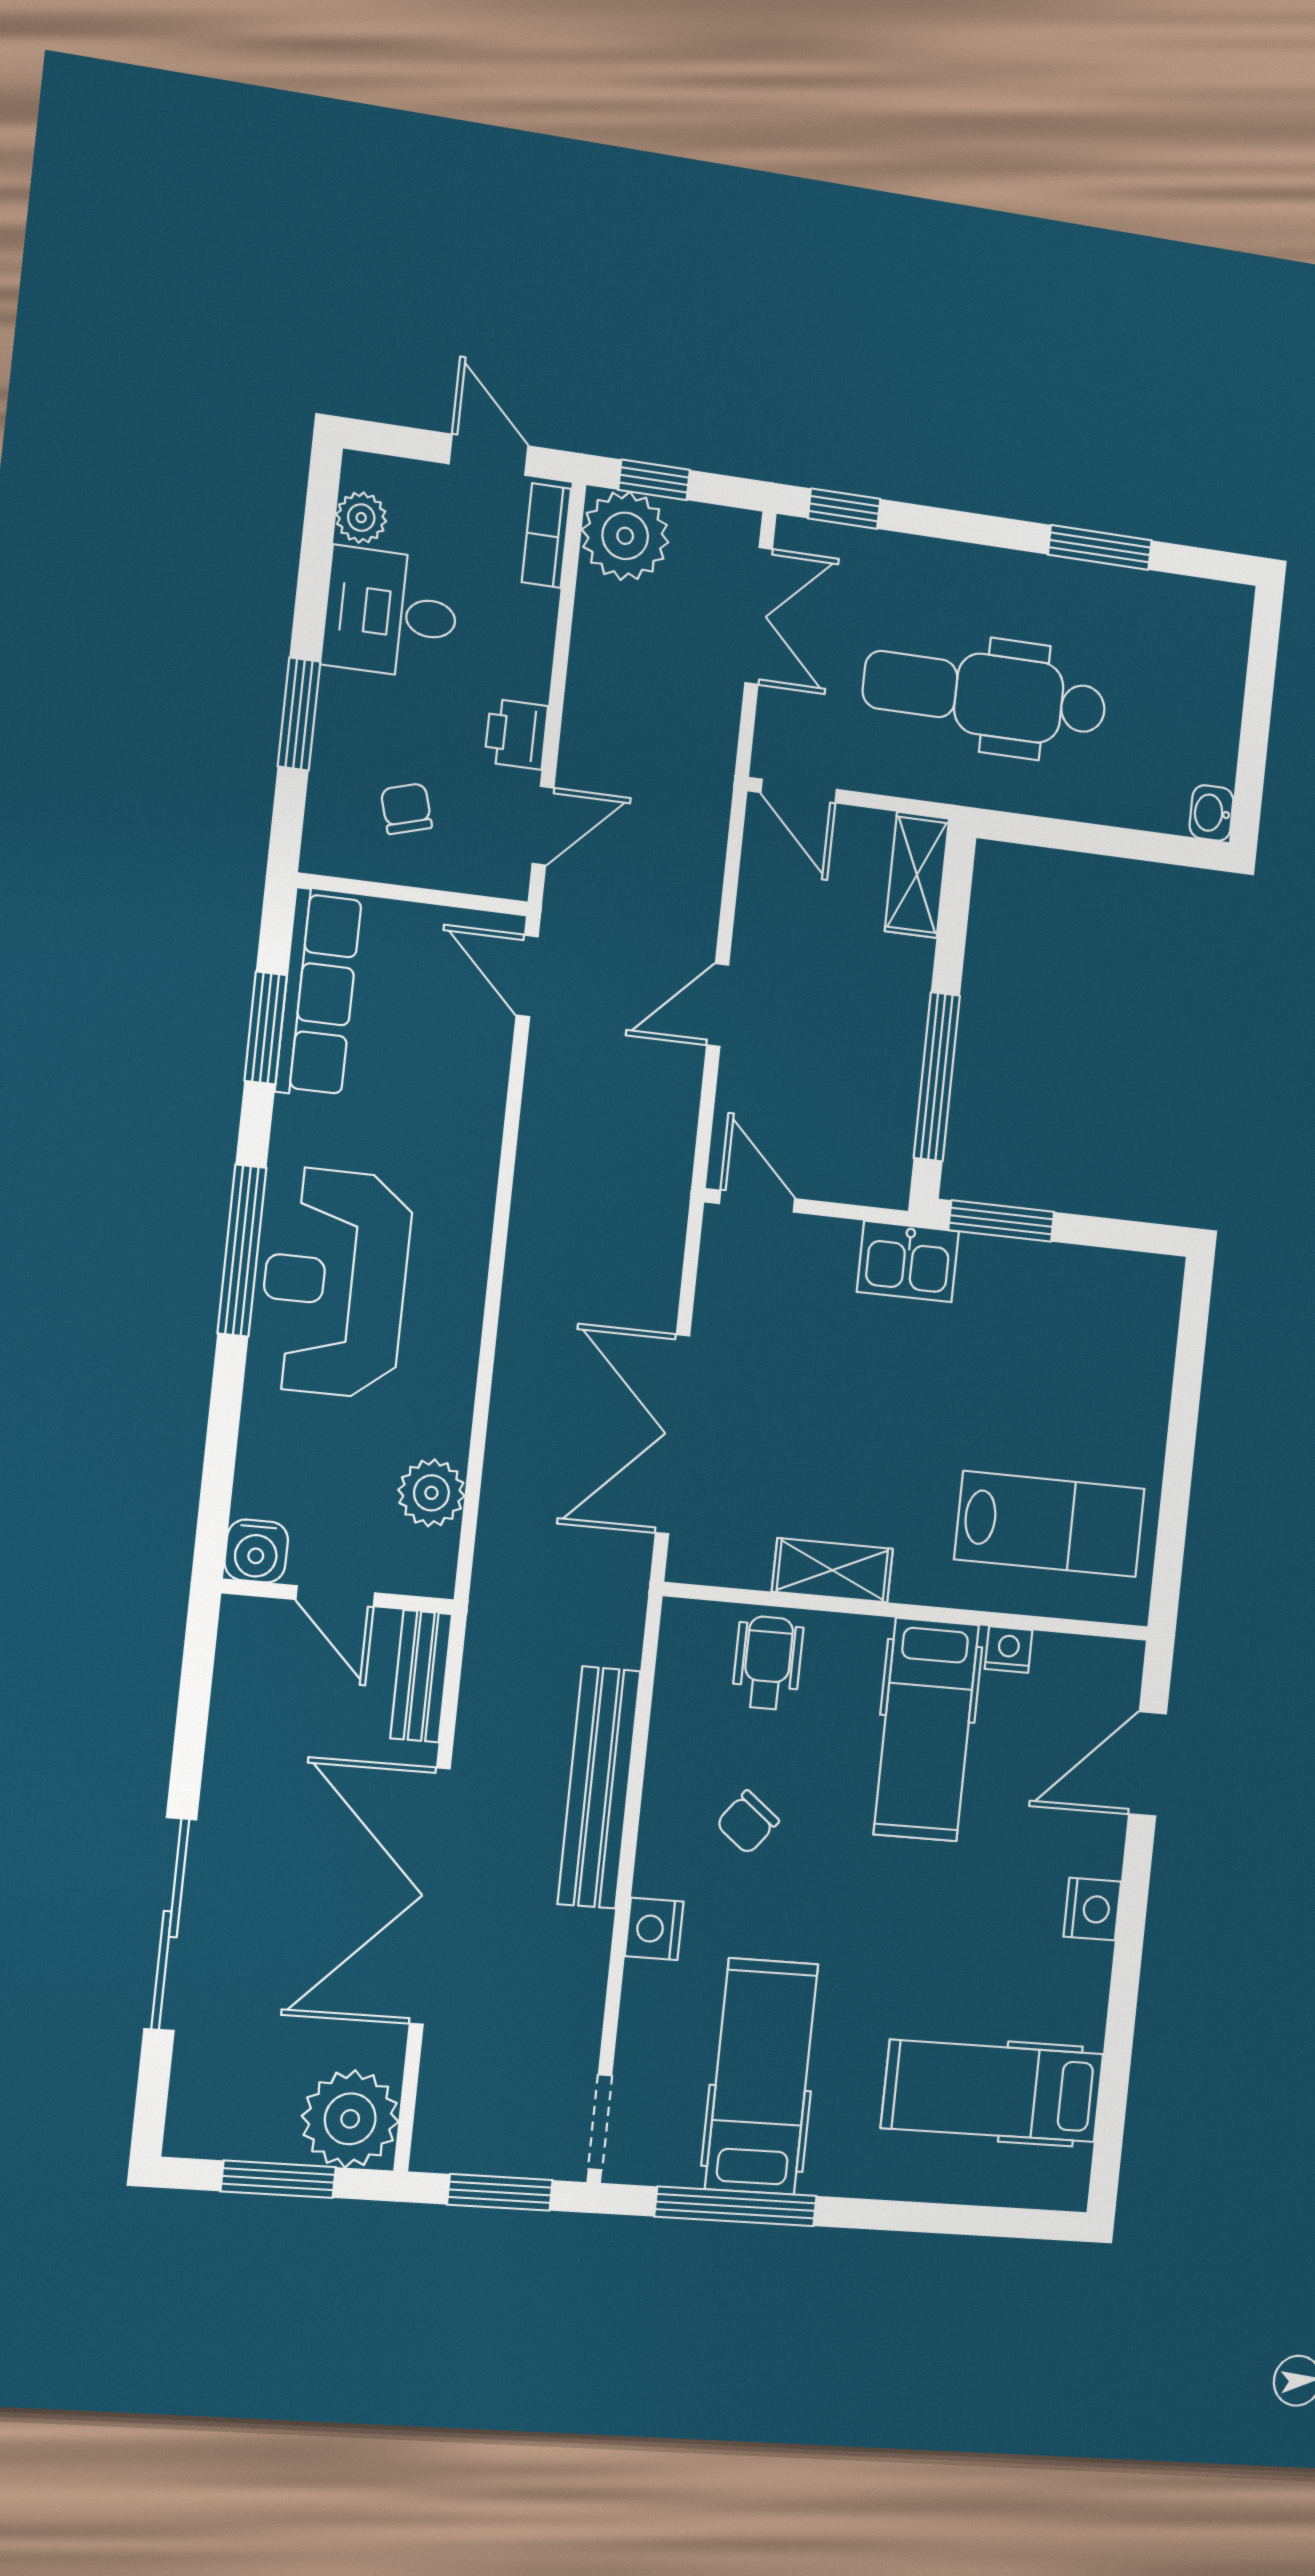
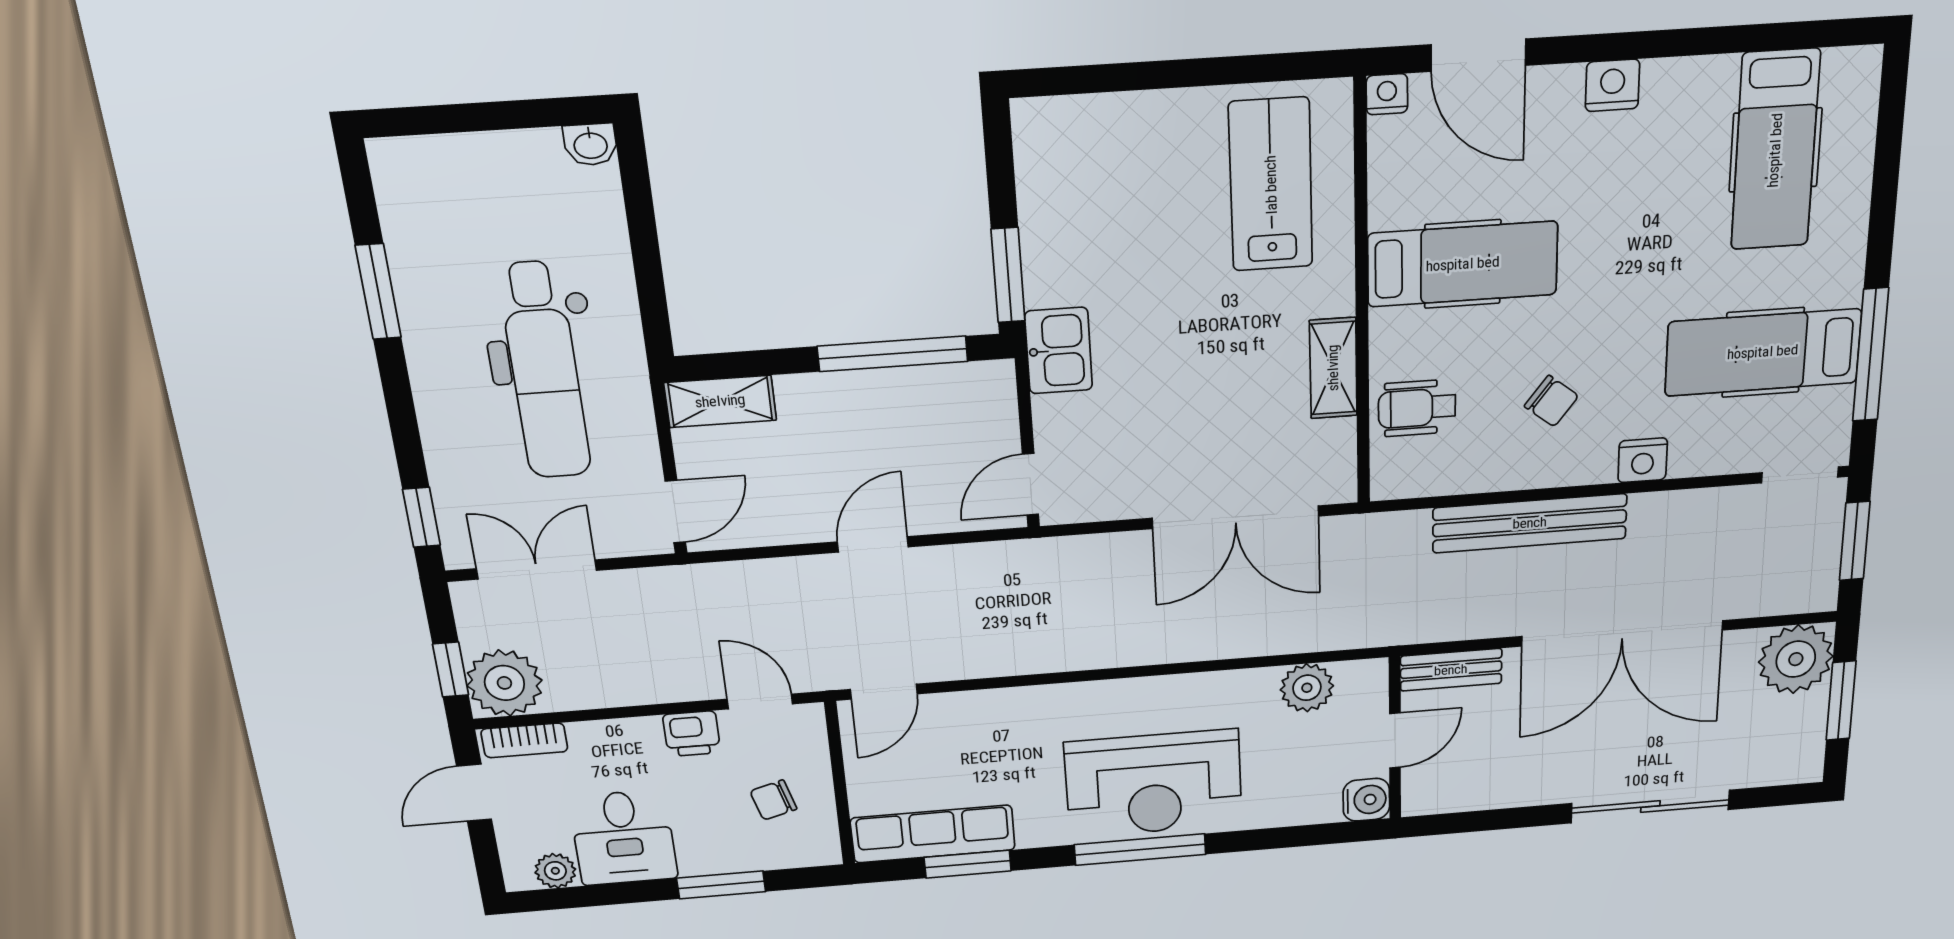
door: (718, 1005) -> (873, 544), swing flipped
nightstand: (1009, 1650) -> (1387, 94), moved, turned 90

